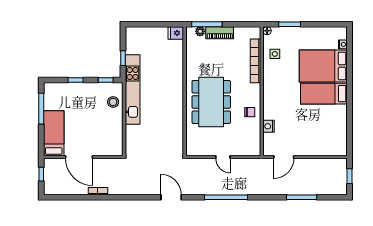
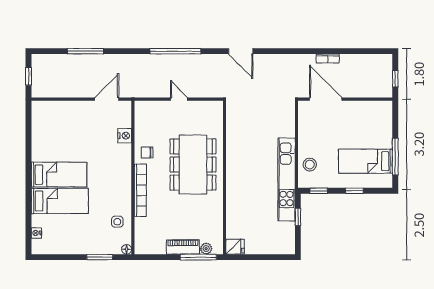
bookcase: (256, 61) -> (140, 190), moved
bed: (323, 66) -> (60, 201), width x0.67
bed: (54, 133) -> (365, 161), moved, turned 90
door: (79, 157) -> (326, 99), moved

